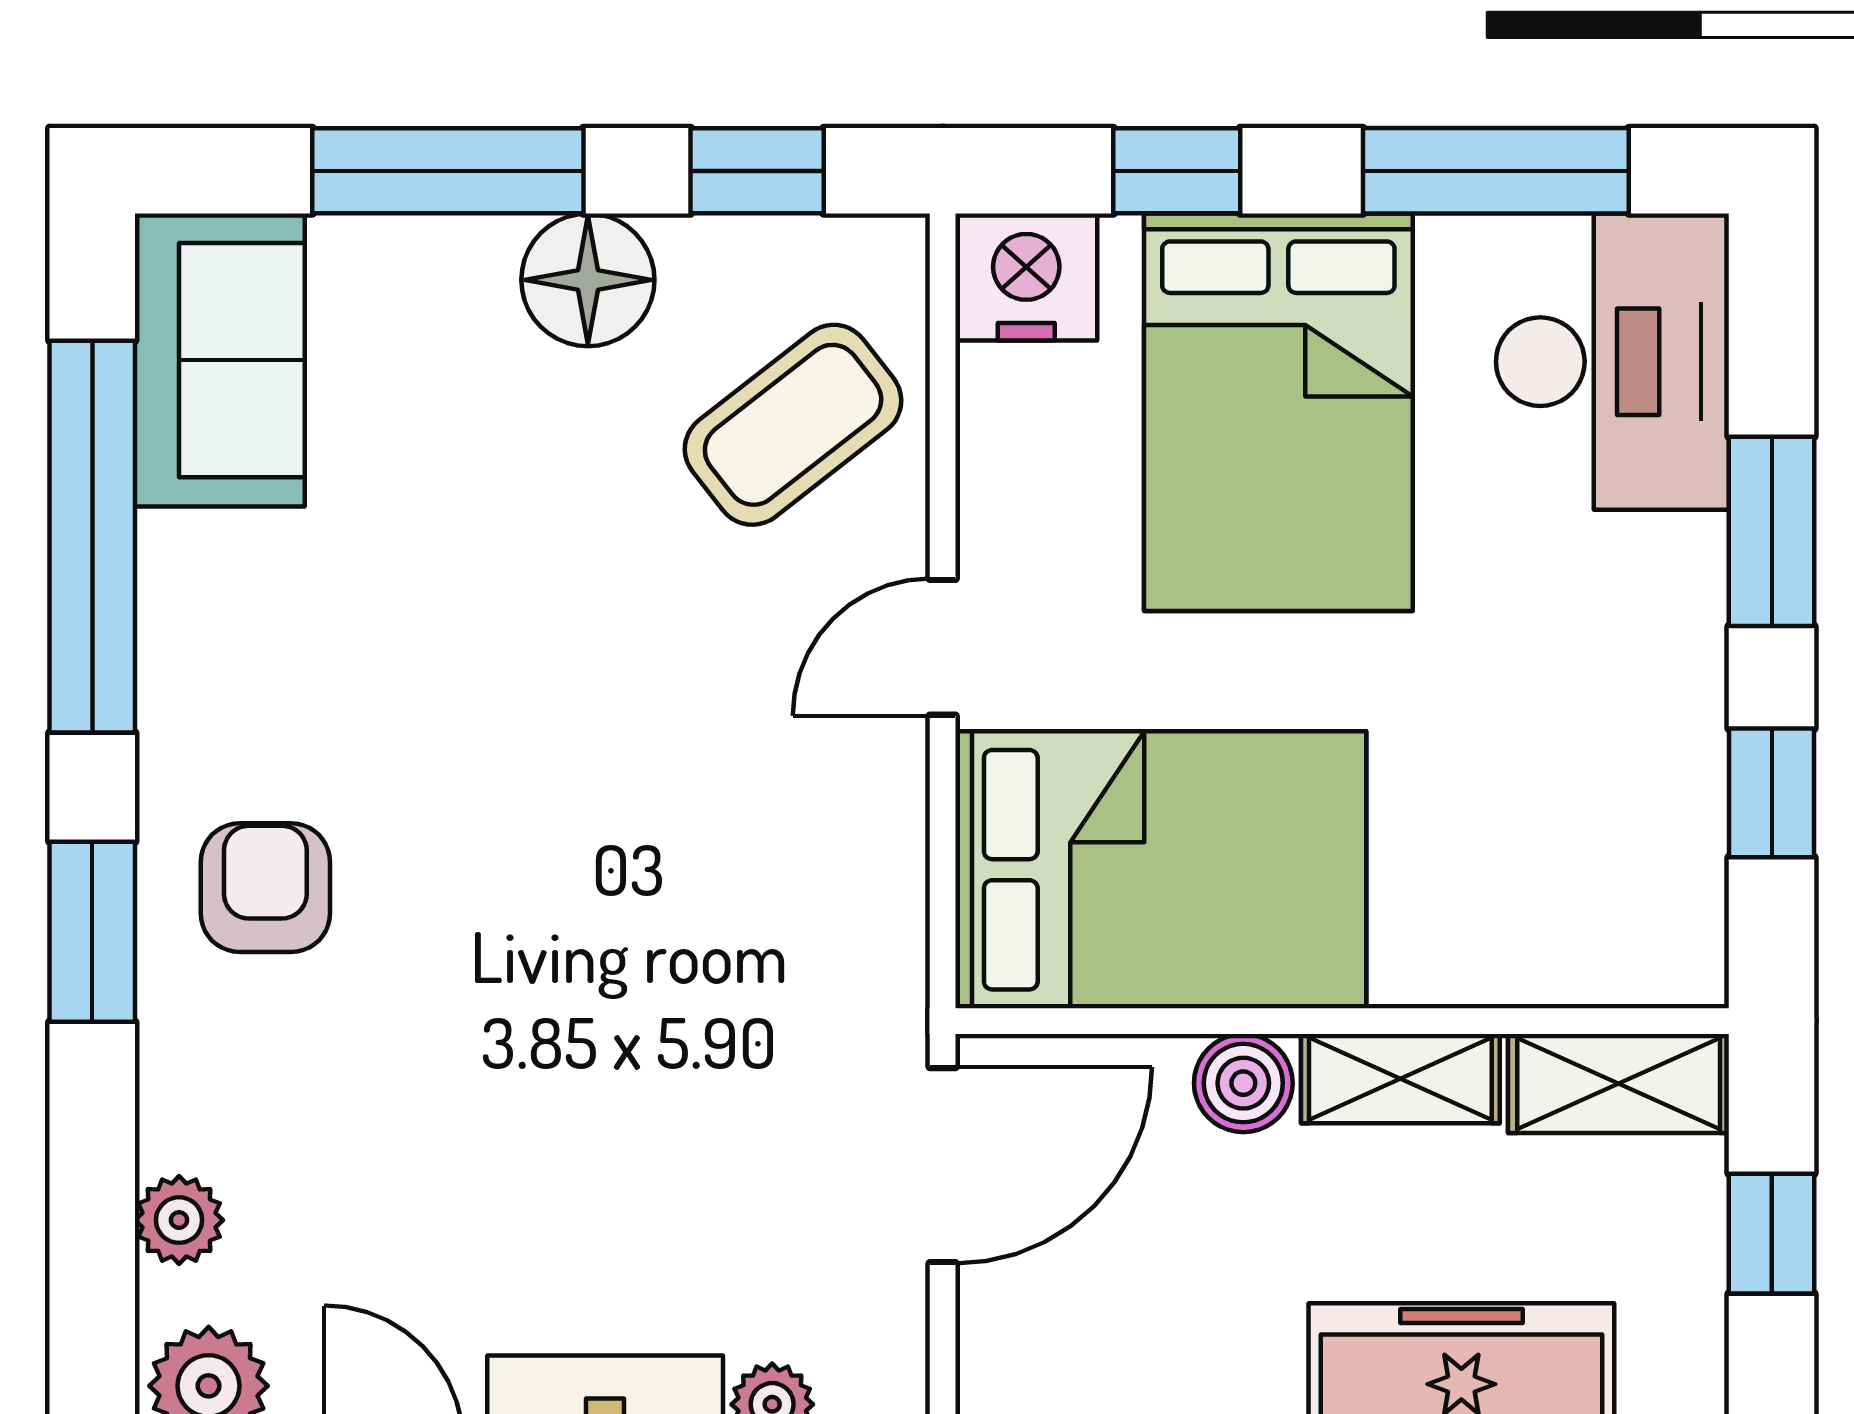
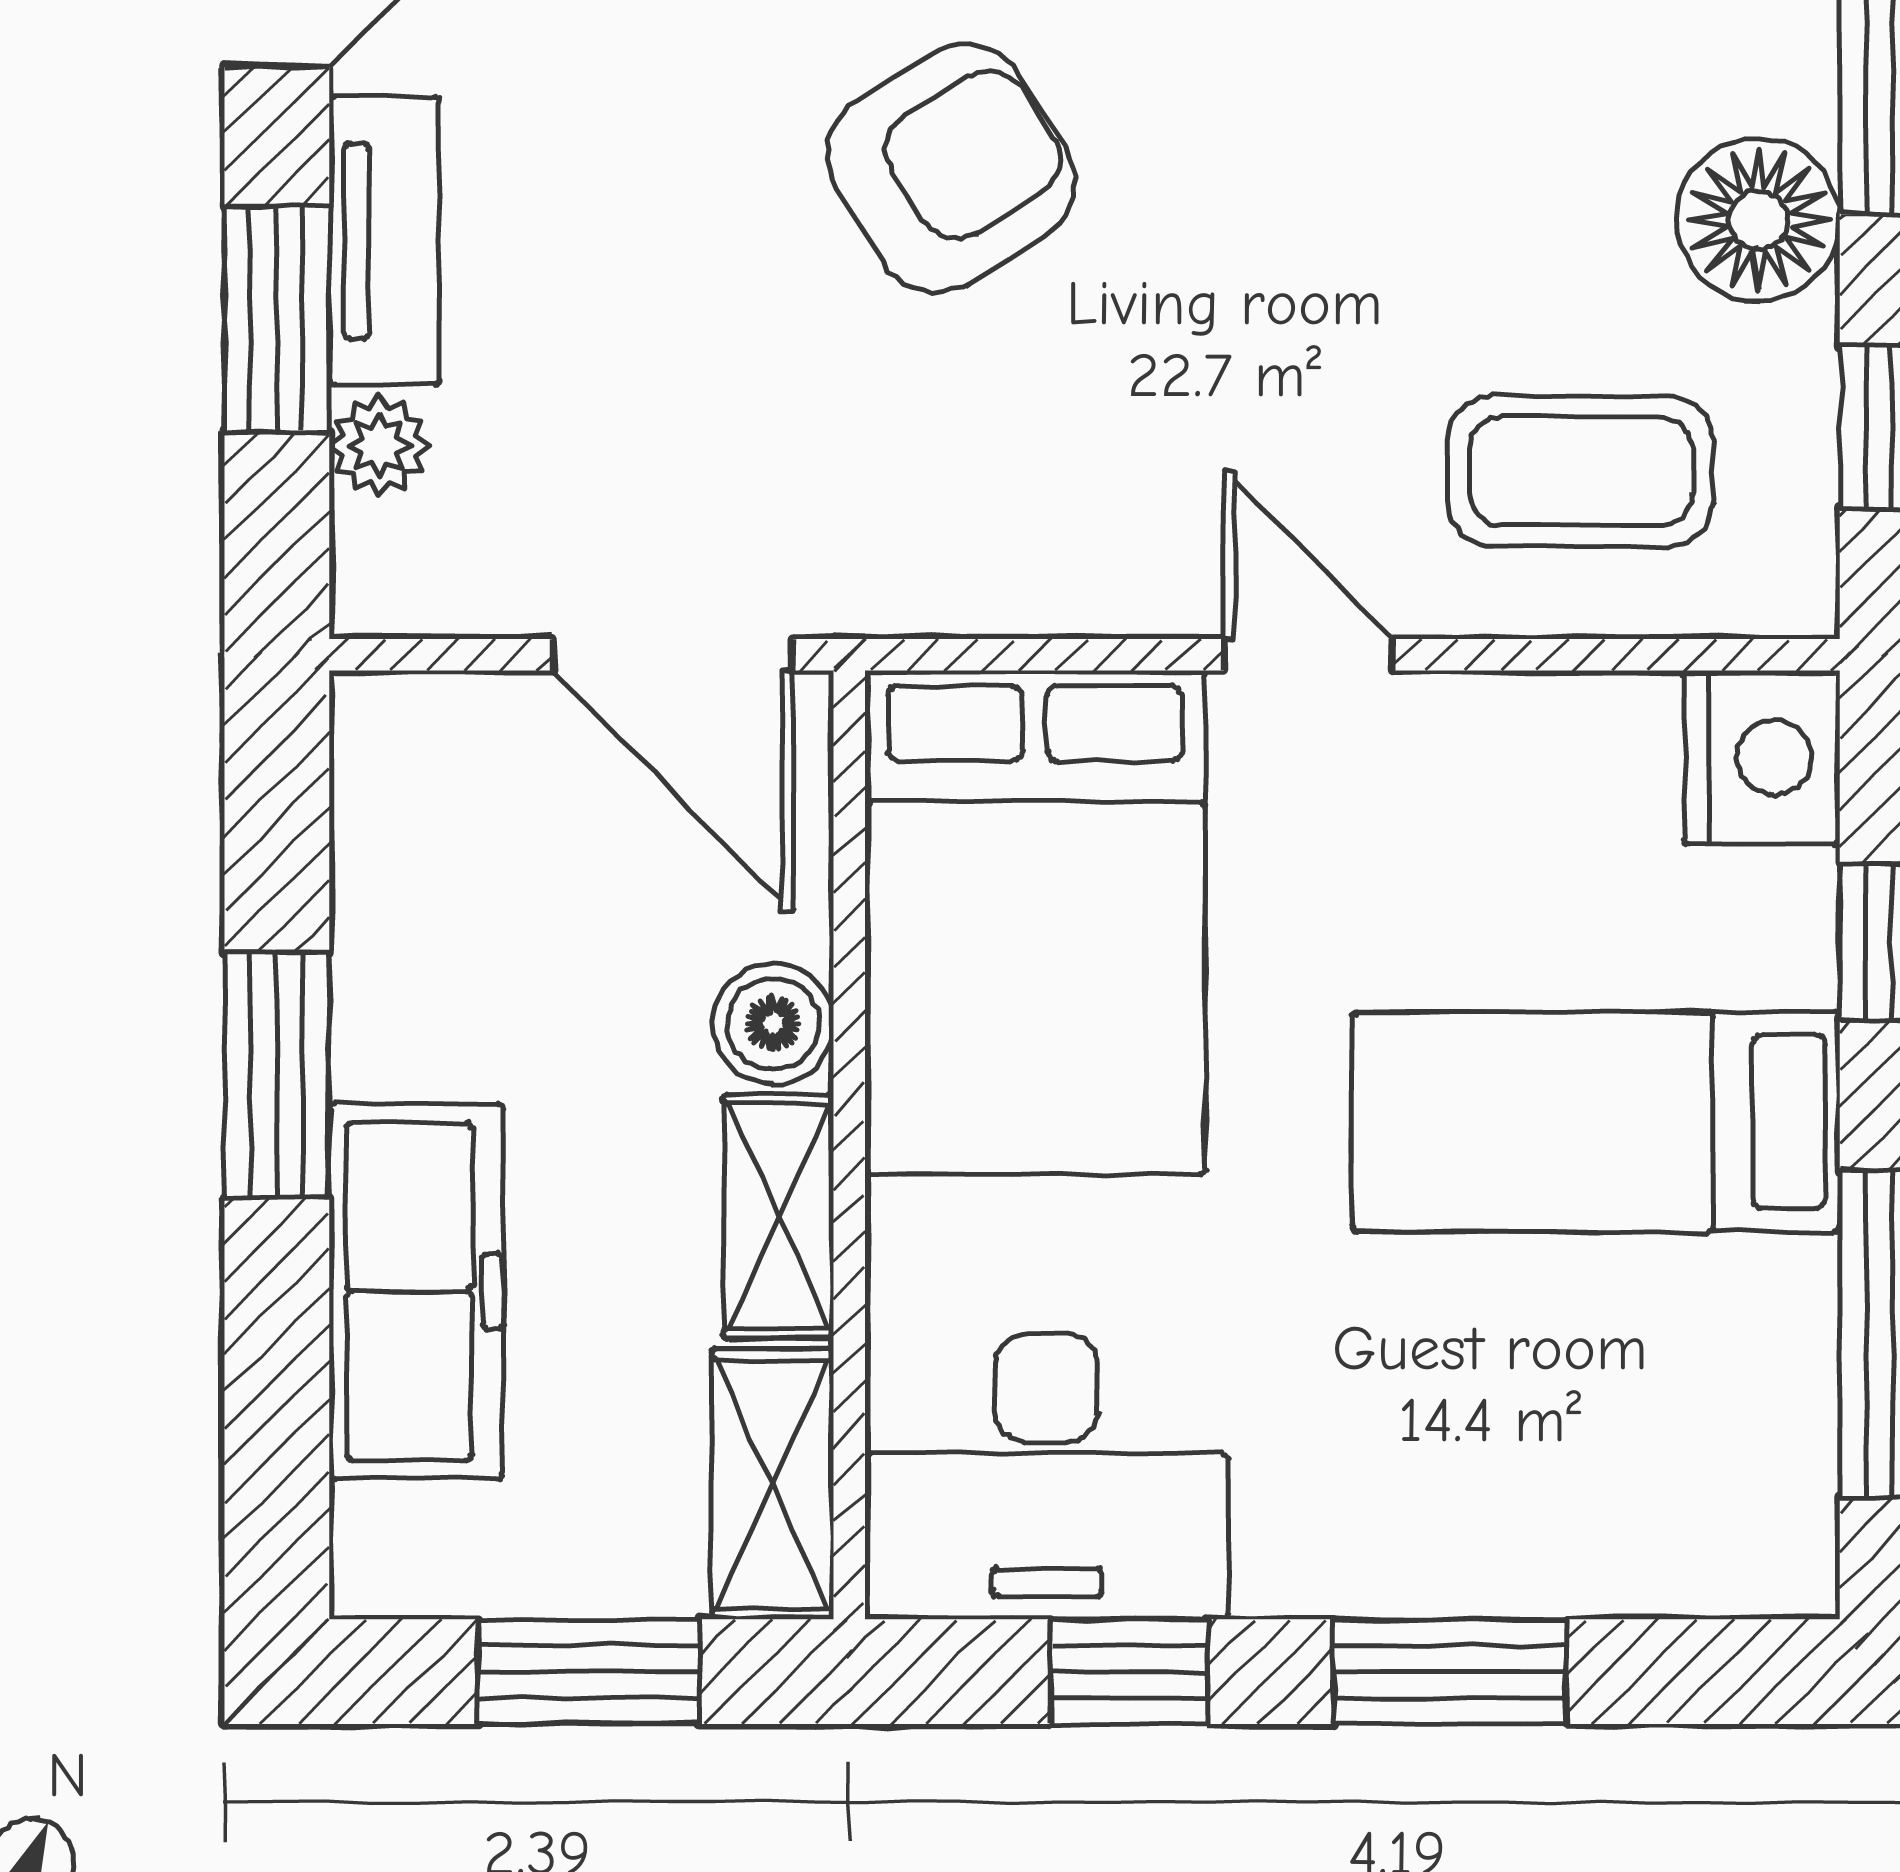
desk: (1612, 362) -> (1047, 1477), moved
bed: (1278, 412) -> (1596, 1122), width x0.67
coffee table: (793, 425) -> (1581, 471), turned -52
armchair: (546, 938) -> (951, 168), added
window: (1772, 1234) -> (589, 1672), width x1.50

